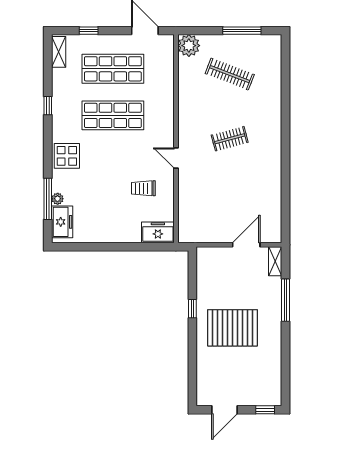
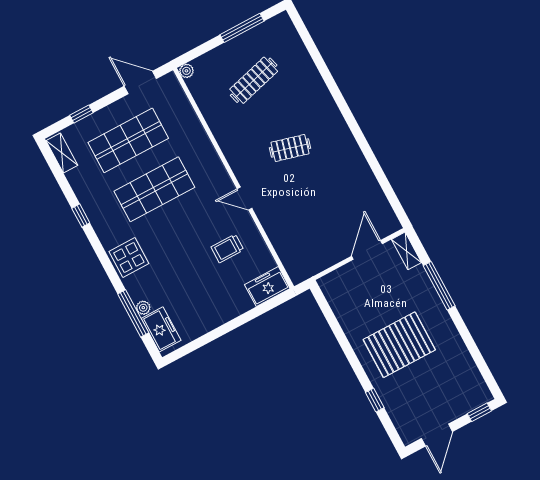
plant: (189, 46) -> (186, 71), width x0.53, depth x0.53
clothes rail: (230, 74) -> (254, 80), turned -36
clothes rail: (230, 139) -> (290, 148), turned 30
window: (192, 309) -> (375, 400), moved

